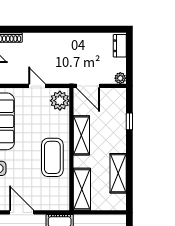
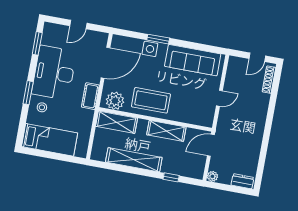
plant: (60, 101) -> (115, 101), moved
shelving: (118, 173) -> (134, 160), width x1.47
door: (22, 212) -> (105, 63), width x1.36

